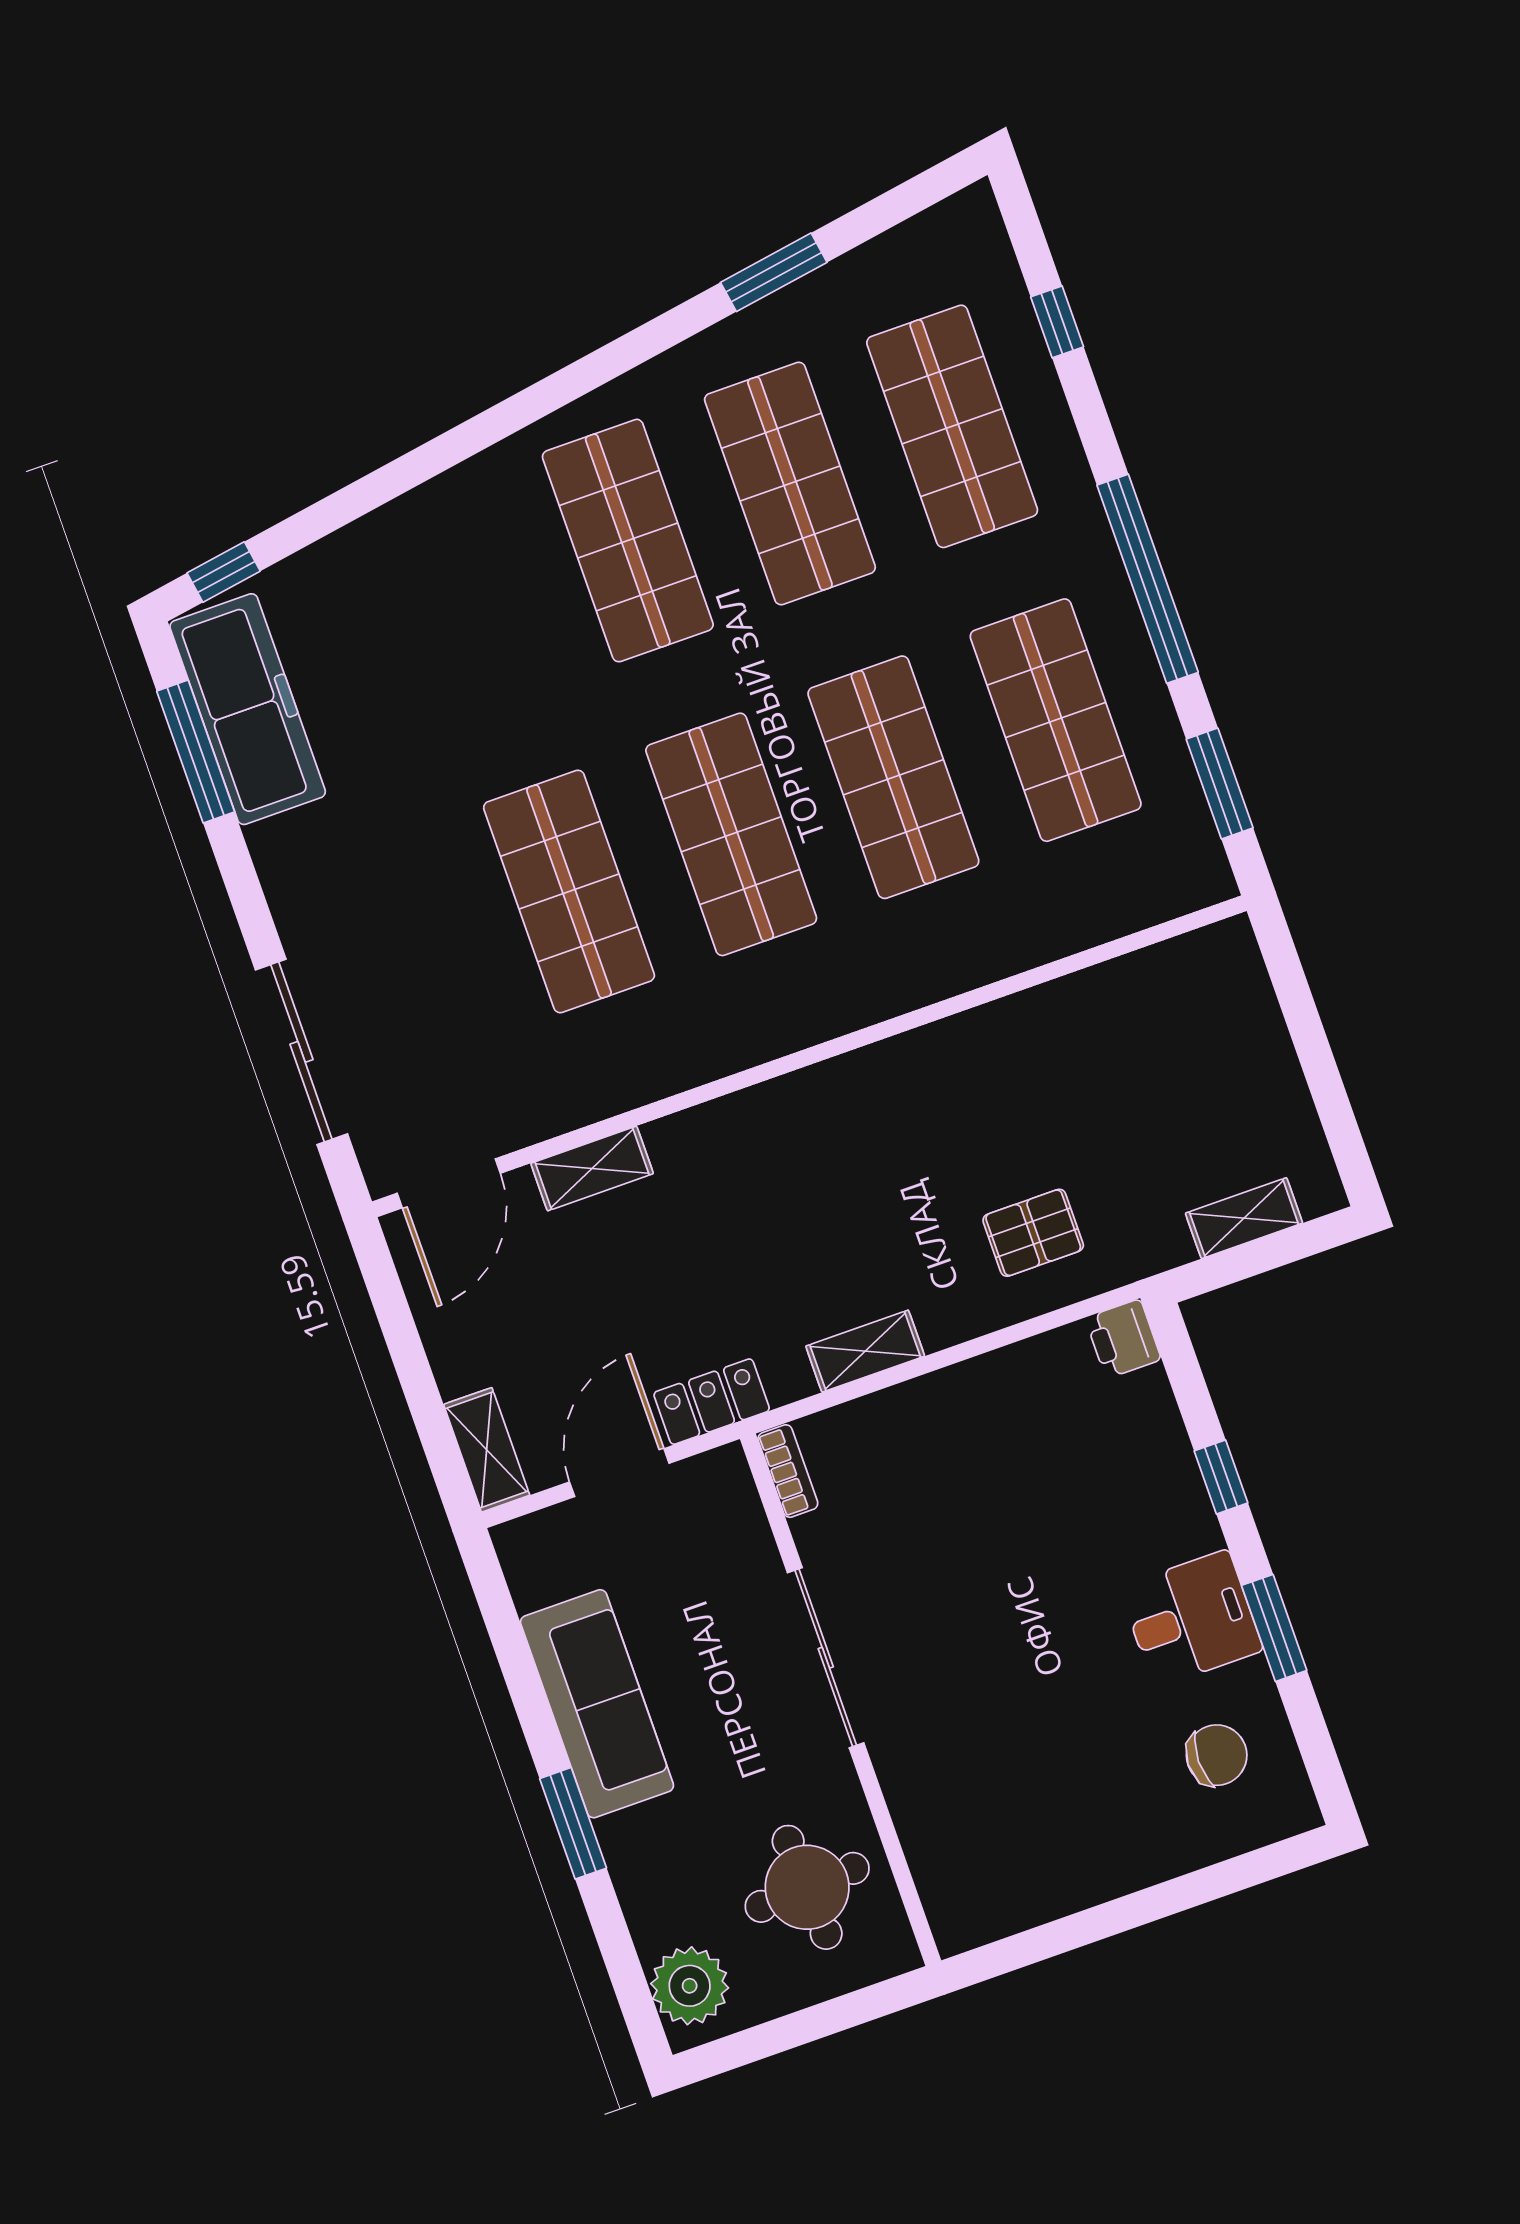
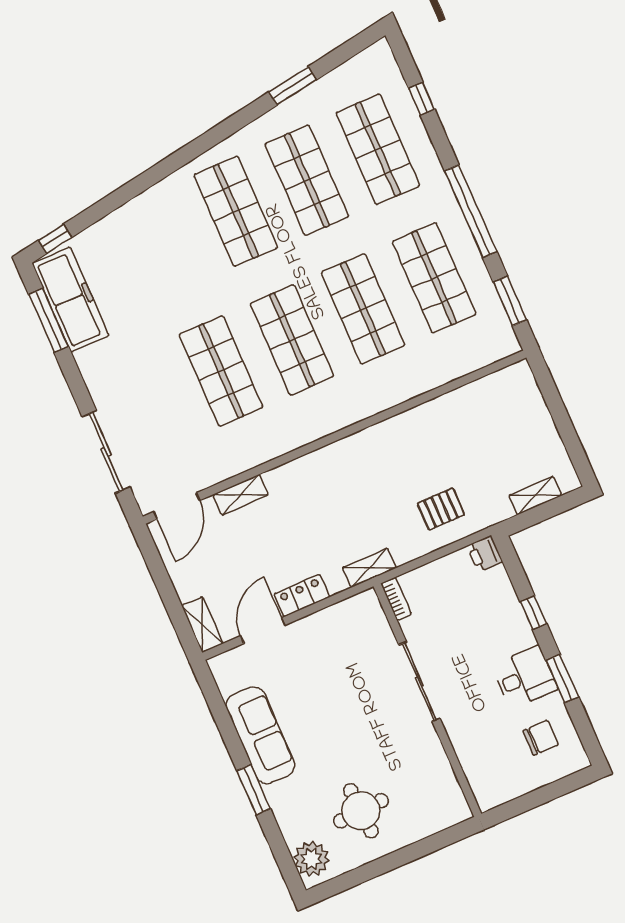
bookcase: (788, 1471) -> (396, 599), moved
sliding door: (826, 1658) -> (419, 682), moved
wall: (841, 1700) -> (427, 700), moved

